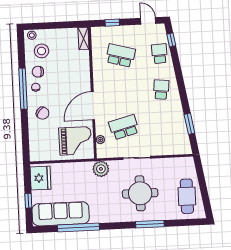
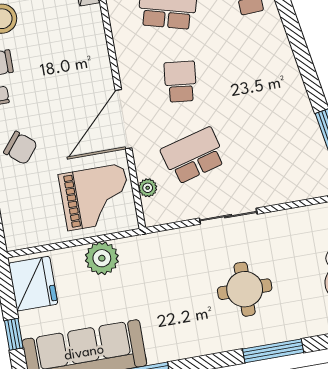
school desk: (161, 90) -> (180, 82), moved
plant: (101, 169) -> (102, 258), moved
round table: (140, 193) -> (245, 289), width x0.73, depth x0.73

